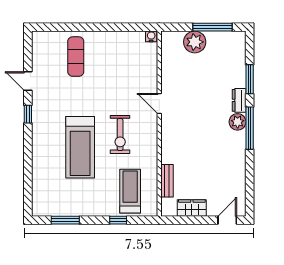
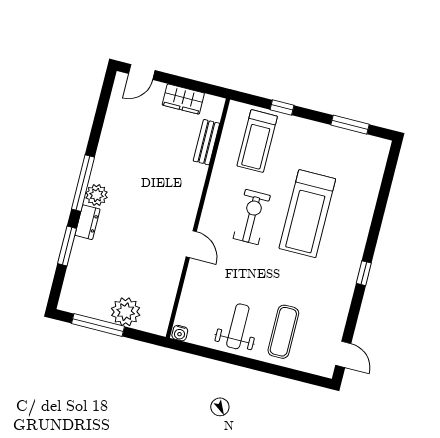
weight bench: (110, 52) -> (238, 326), added
door: (28, 81) -> (343, 354), moved
treadmill: (80, 147) -> (307, 214), turned 180

